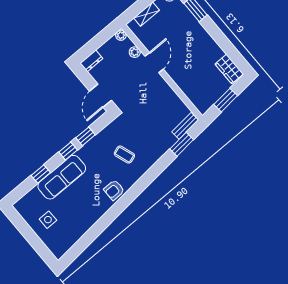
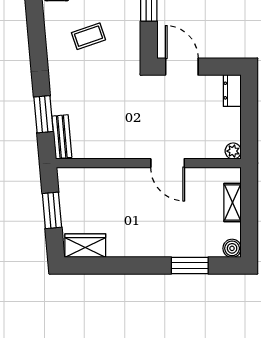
plant: (135, 52) -> (199, 151), removed

